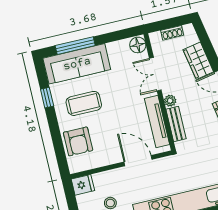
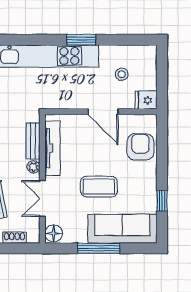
window: (75, 46) -> (99, 248), moved
double door: (155, 74) -> (42, 198), swing flipped
coffee table: (84, 103) -> (99, 187), moved
door: (138, 161) -> (103, 112), moved

